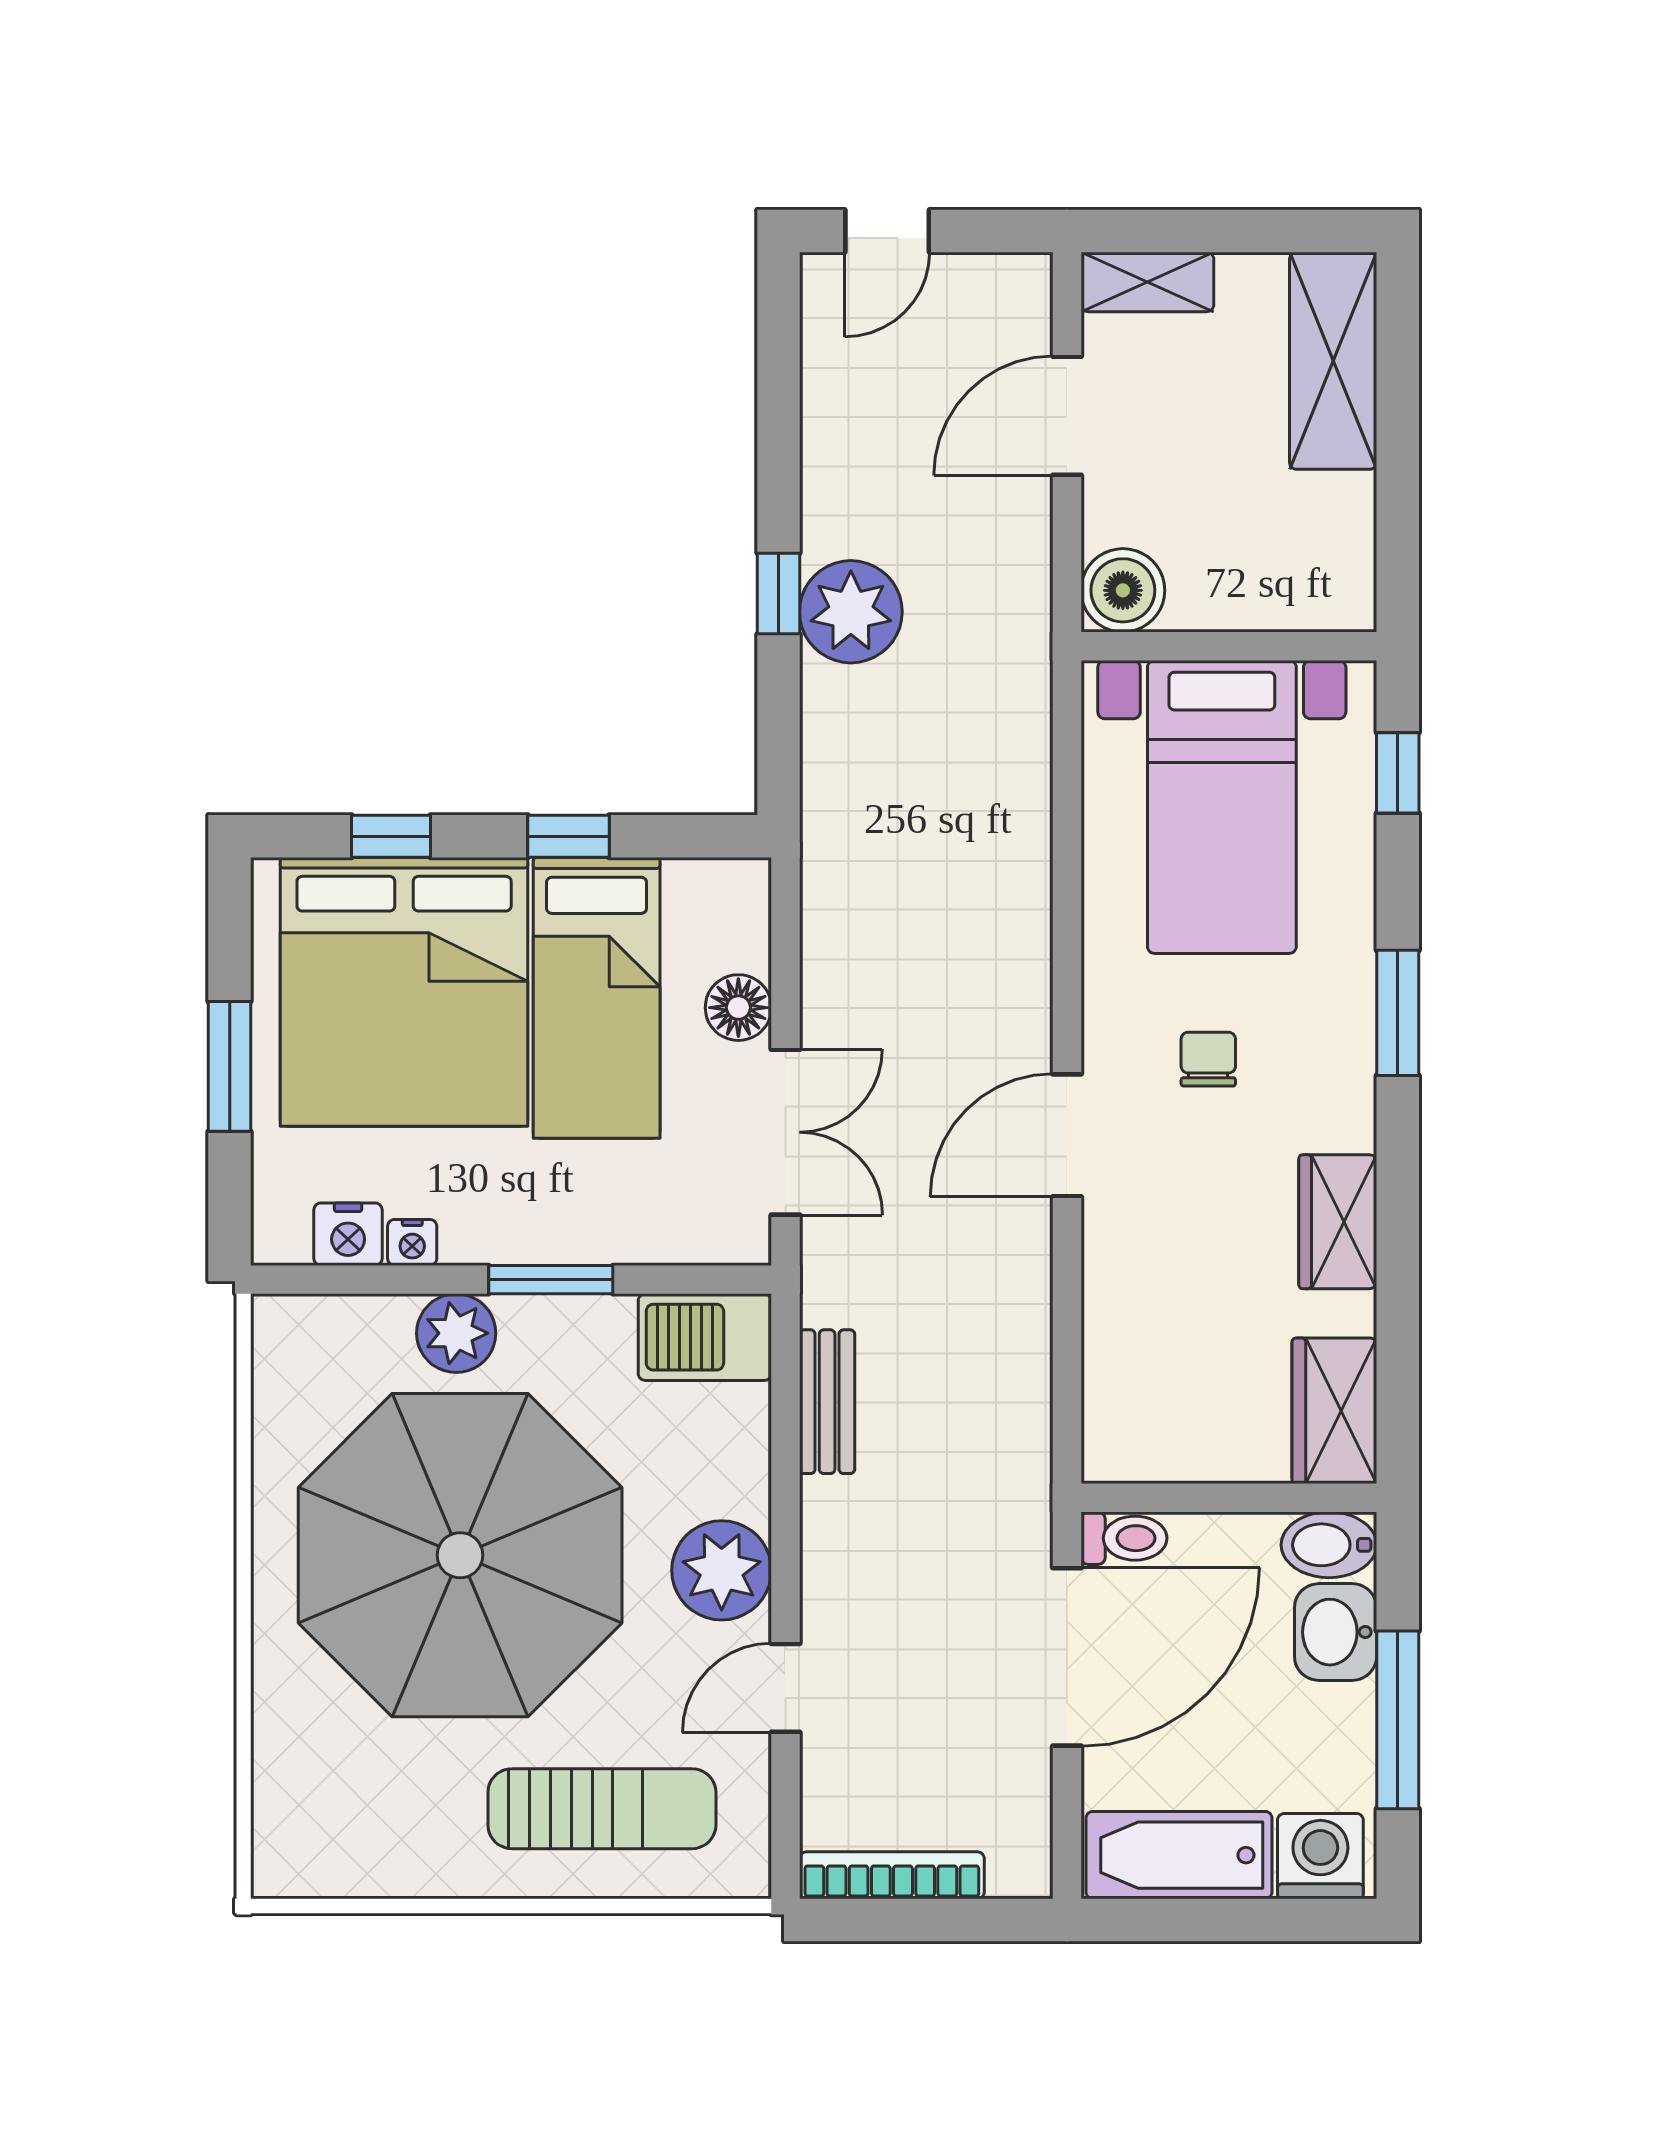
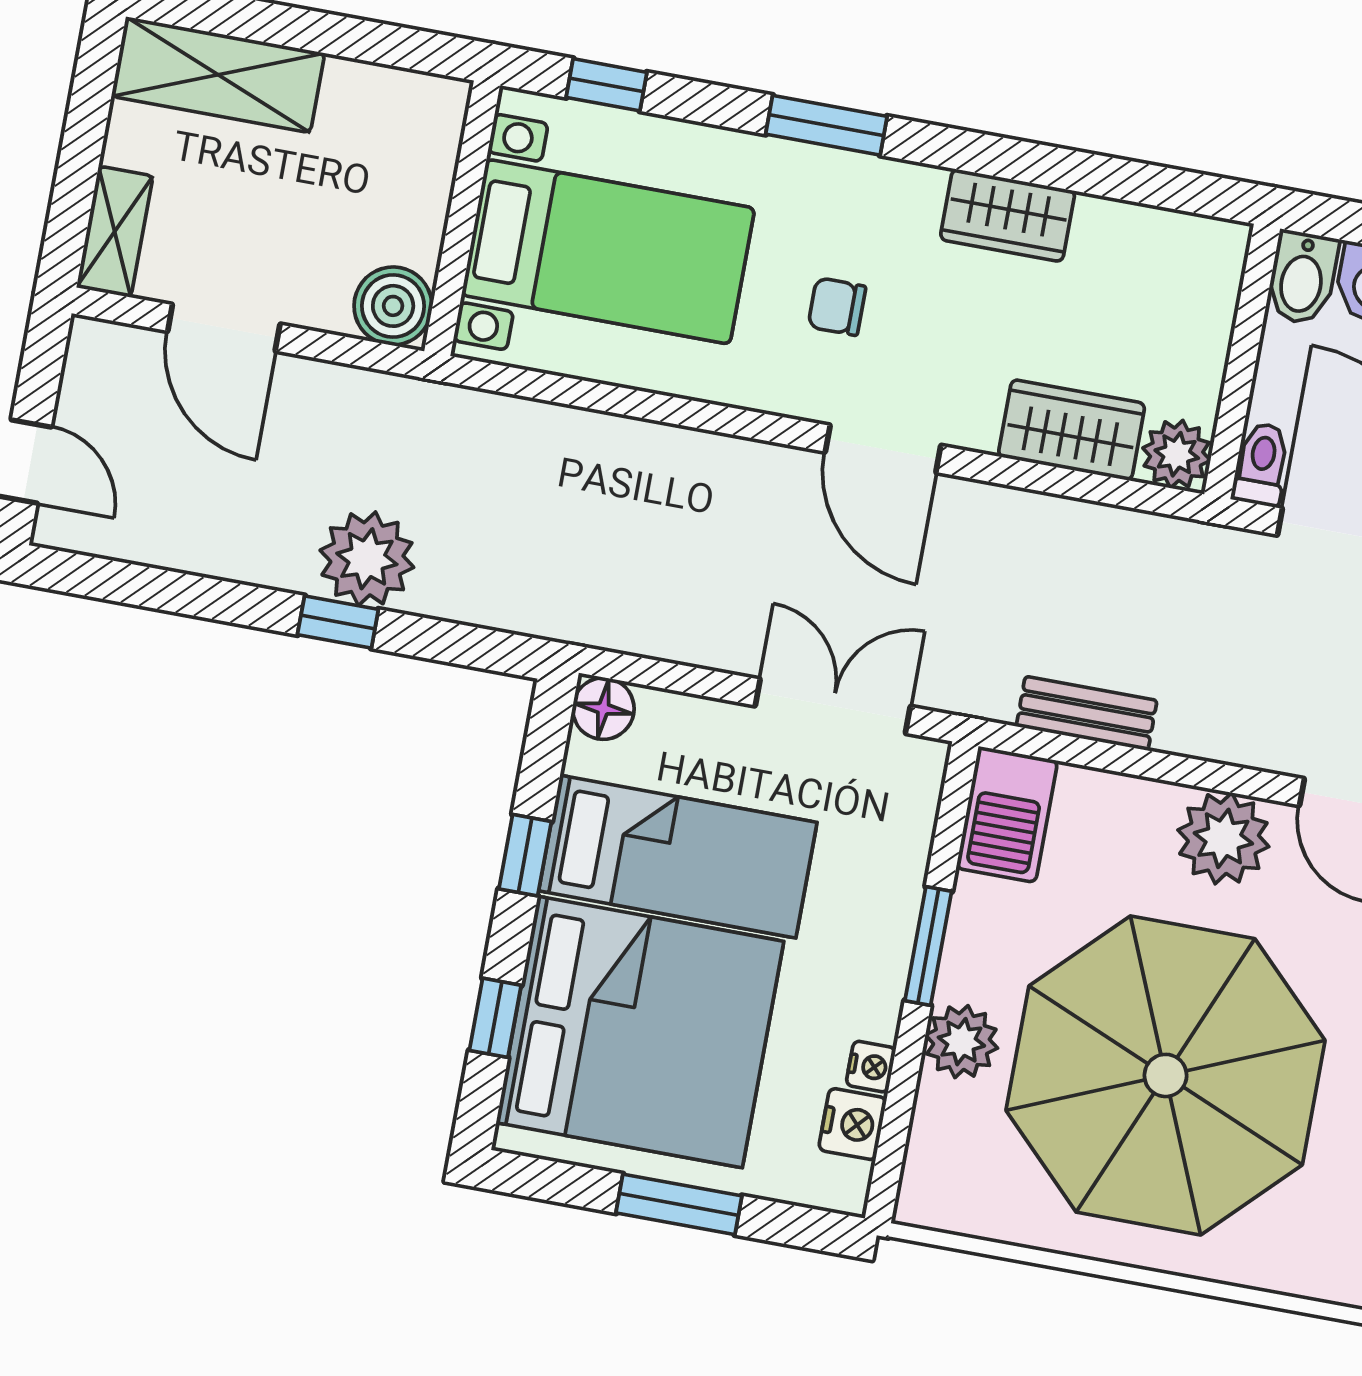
floor lamp: (738, 1008) -> (603, 709), moved
wardrobe: (1334, 1411) -> (1072, 430), moved, turned 180
plant: (1118, 1447) -> (1177, 454), added

